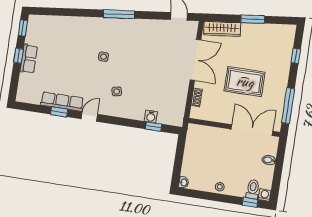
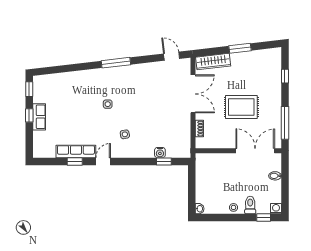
toilet: (253, 189) -> (250, 205), moved

